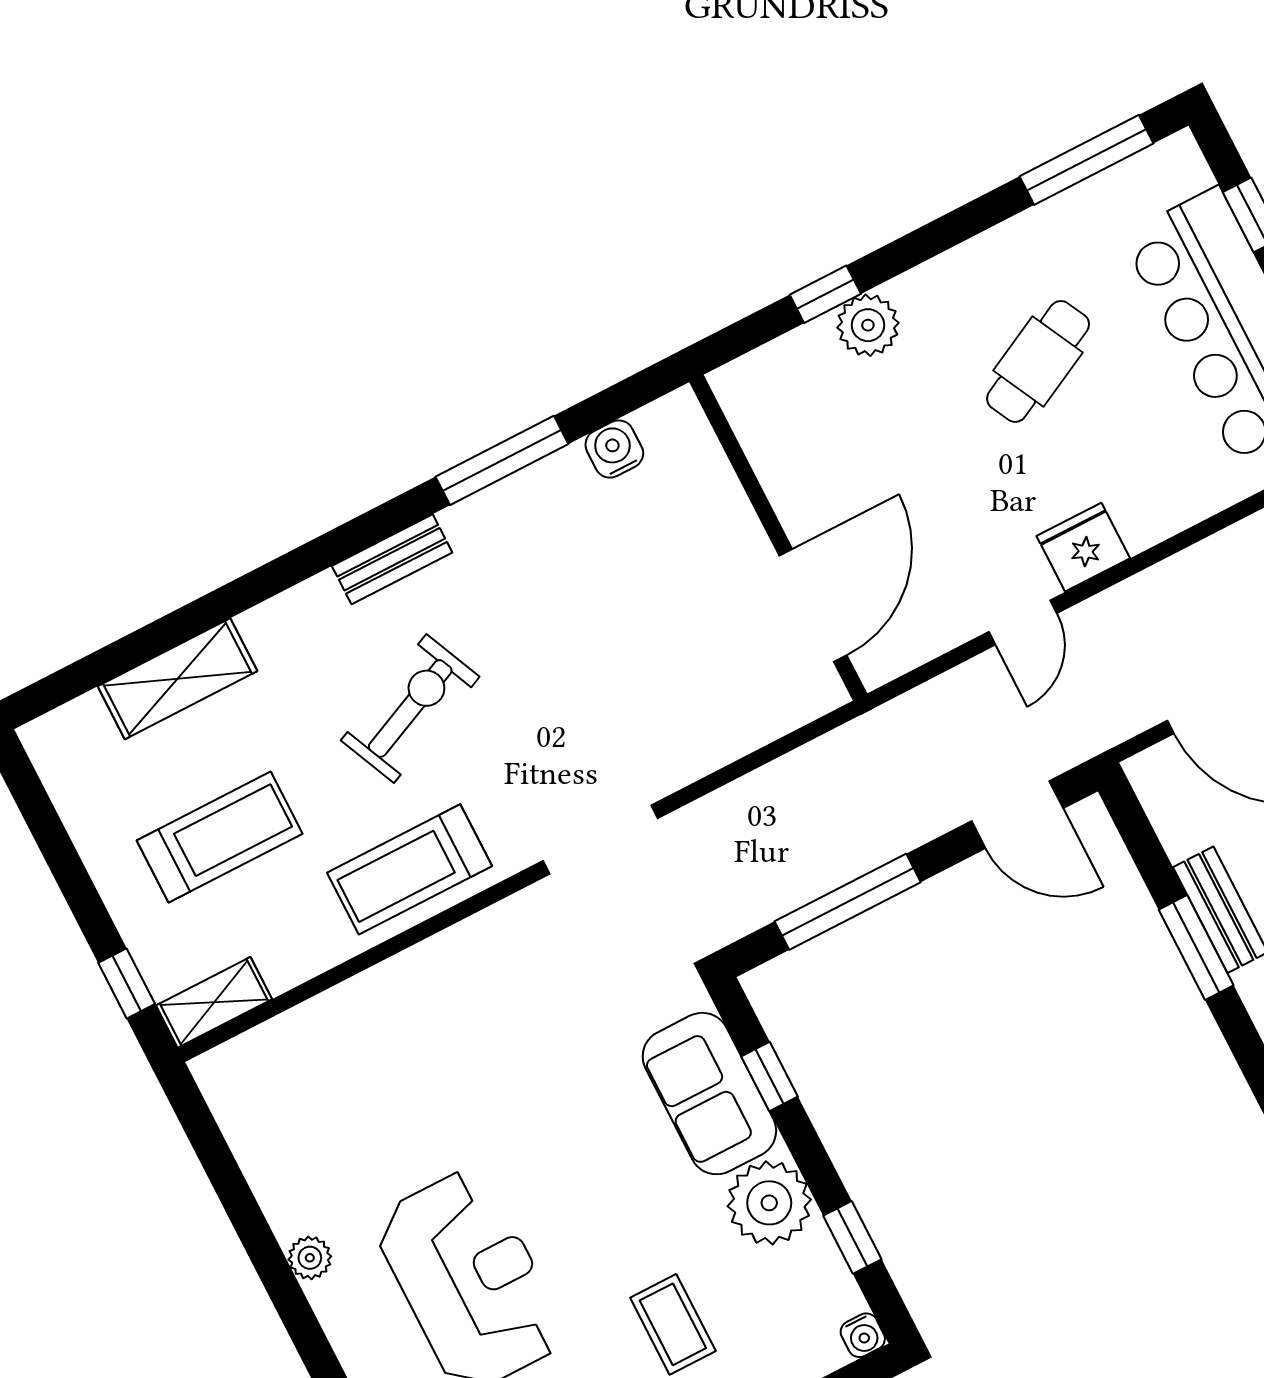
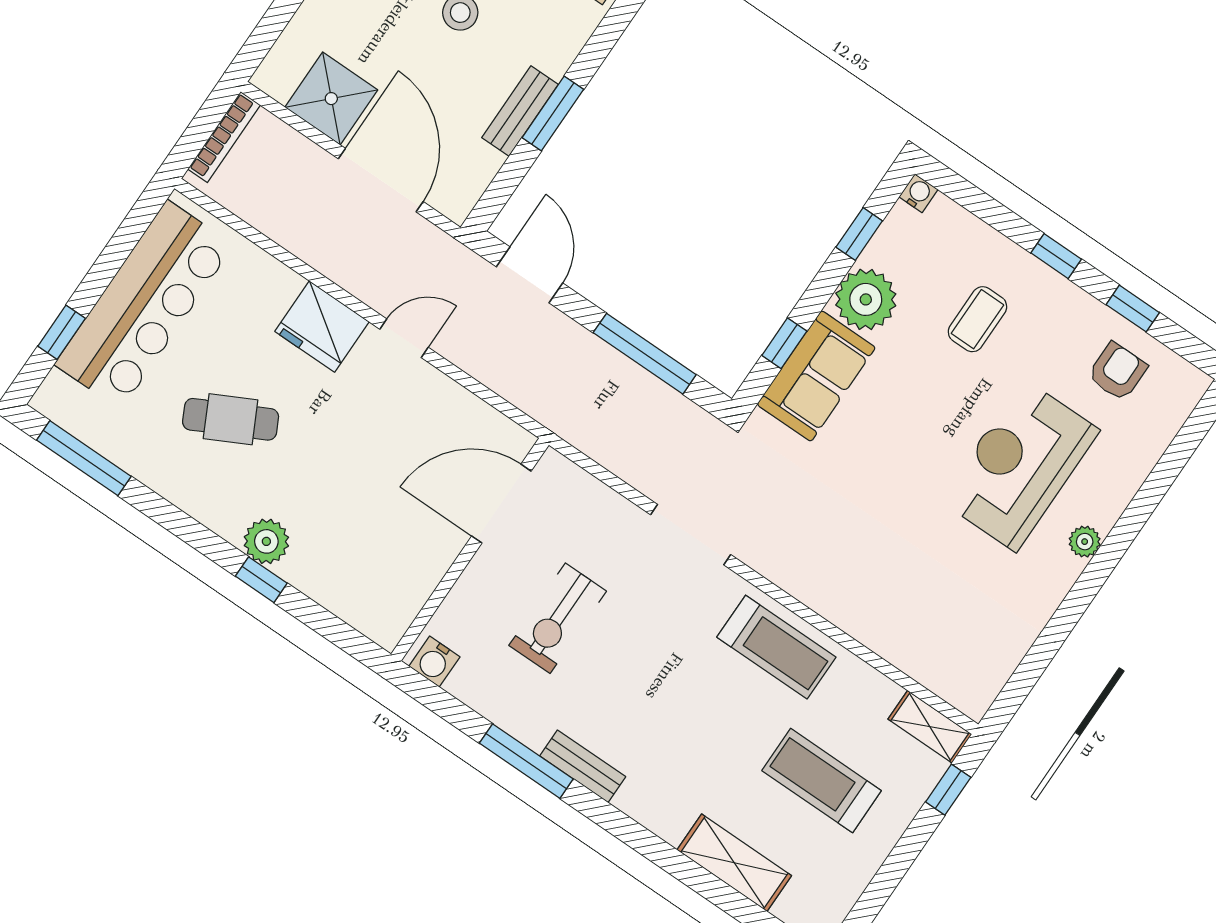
window: (502, 460) -> (526, 761), moved
wall: (778, 538) -> (470, 549), moved
fridge: (1083, 547) -> (322, 327), width x1.36, depth x1.34
door: (813, 605) -> (501, 504), moved
exercise bike: (410, 708) -> (558, 618), moved, turned -66
plant: (310, 1258) -> (1085, 542), moved

